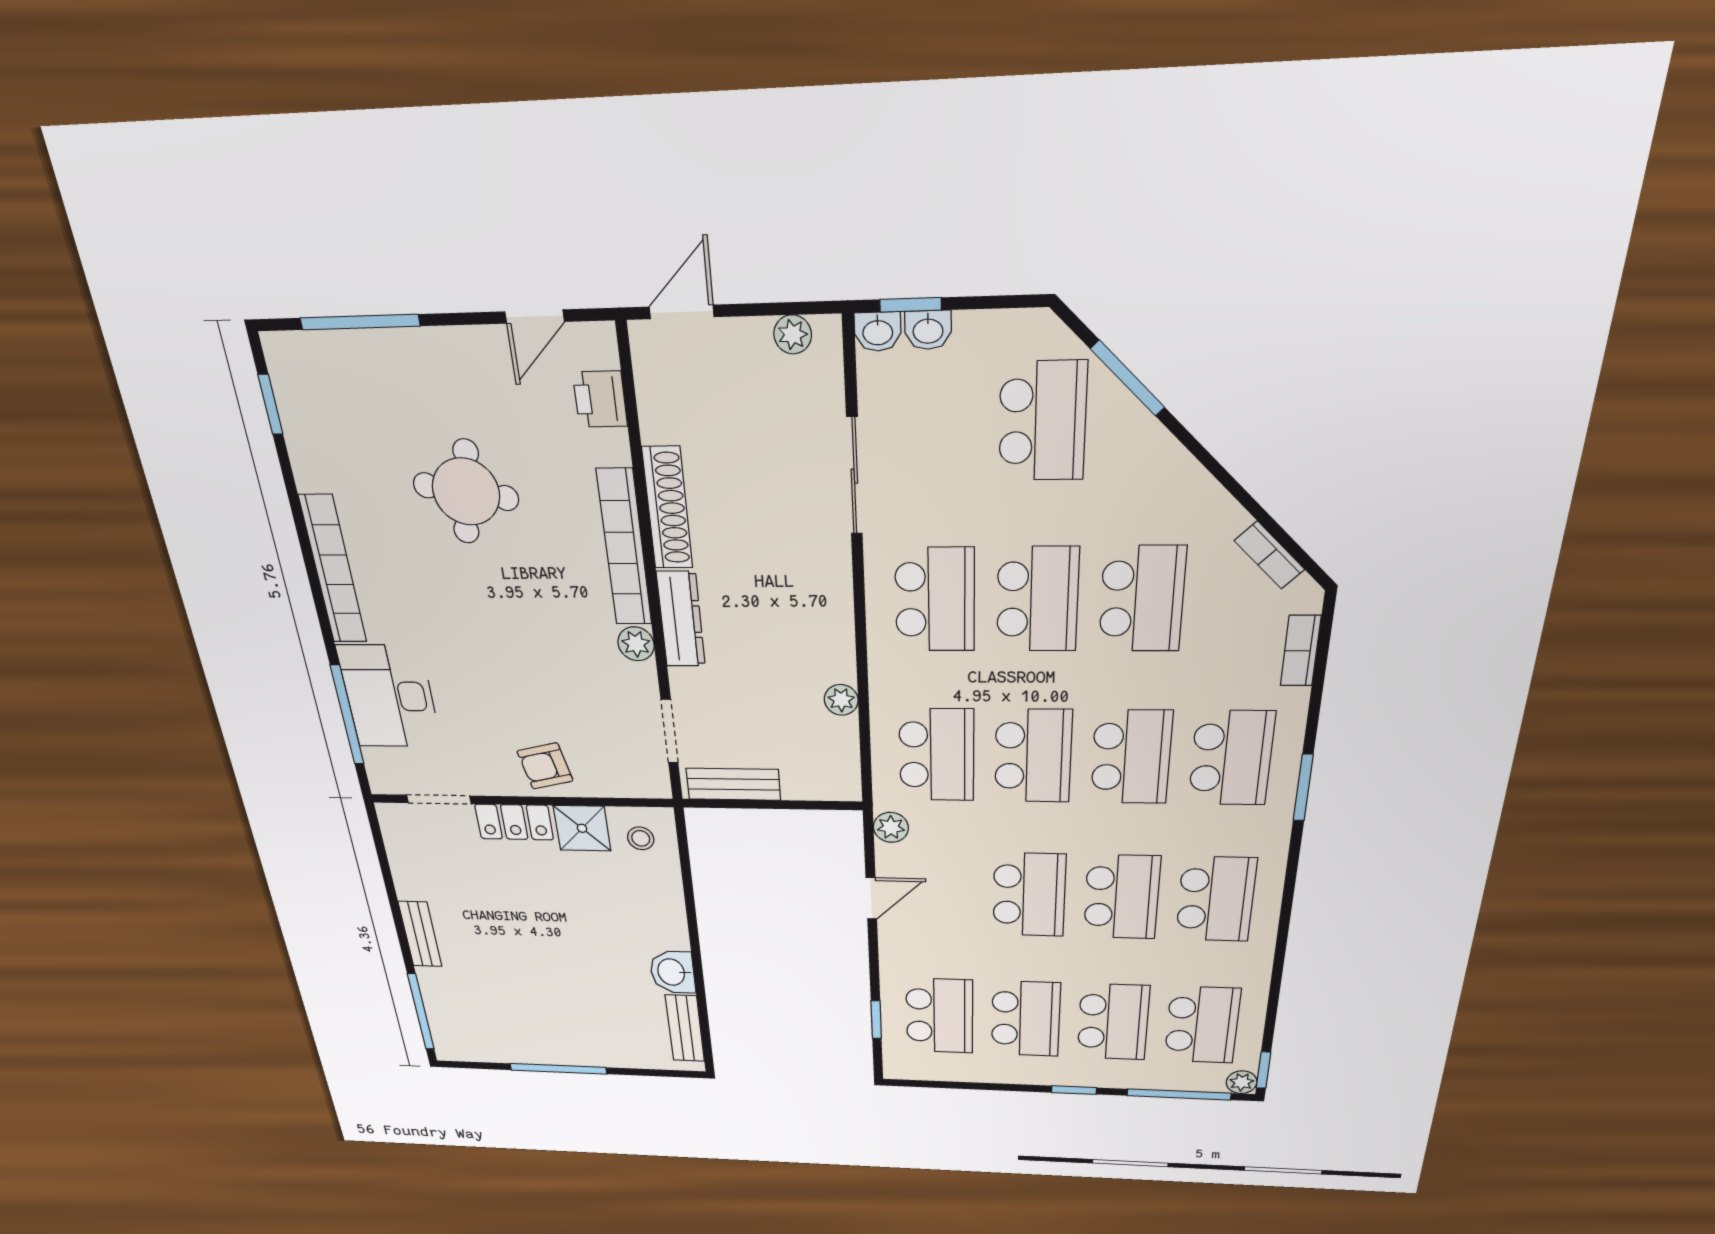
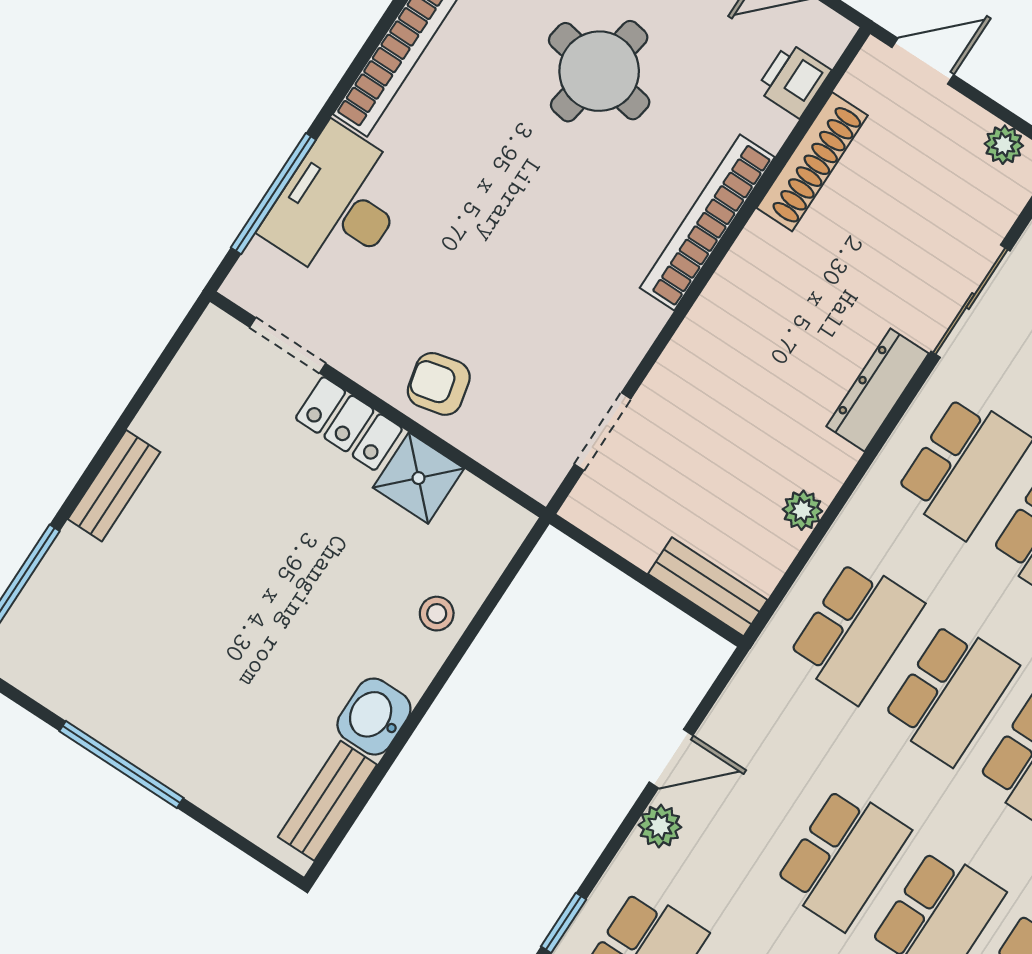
shoe rack: (667, 508) -> (812, 162), moved
dresser: (681, 619) -> (877, 390), moved, turned 180
plant: (636, 644) -> (642, 320), removed
bench: (733, 784) -> (708, 587), moved
plant: (891, 827) -> (660, 826), moved
stool: (641, 838) -> (437, 614), moved

